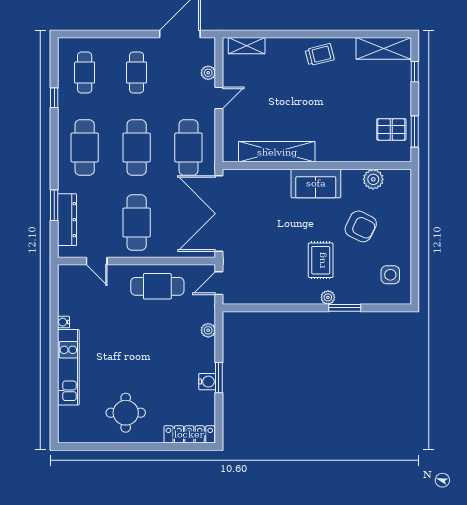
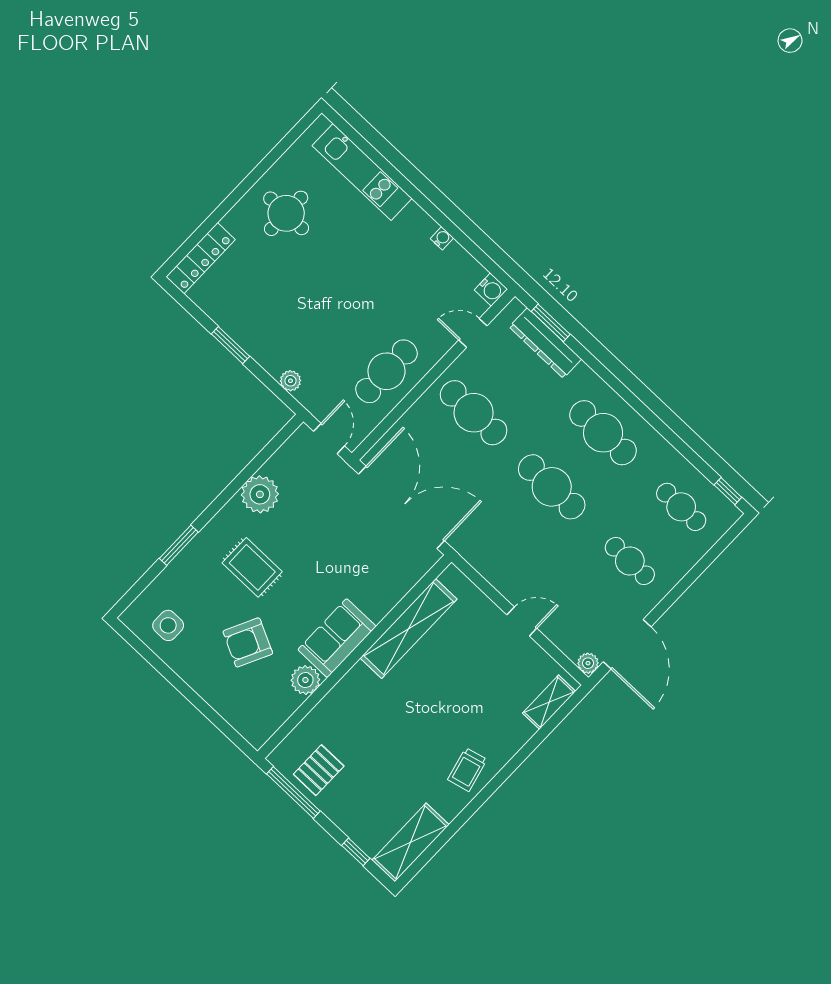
plant: (208, 73) -> (588, 663), moved
window: (54, 98) -> (728, 491), moved
door: (219, 98) -> (522, 622), swing flipped
window: (415, 131) -> (293, 793), width x1.44
cafe table: (188, 148) -> (500, 541), removed
plant: (373, 179) -> (305, 680), moved
window: (54, 205) -> (551, 323), moved
plant: (328, 297) -> (260, 494), moved, width x1.87, depth x1.87
kitchen unit: (68, 367) -> (362, 172), moved
water cooler: (207, 382) -> (491, 289), moved, turned -90

